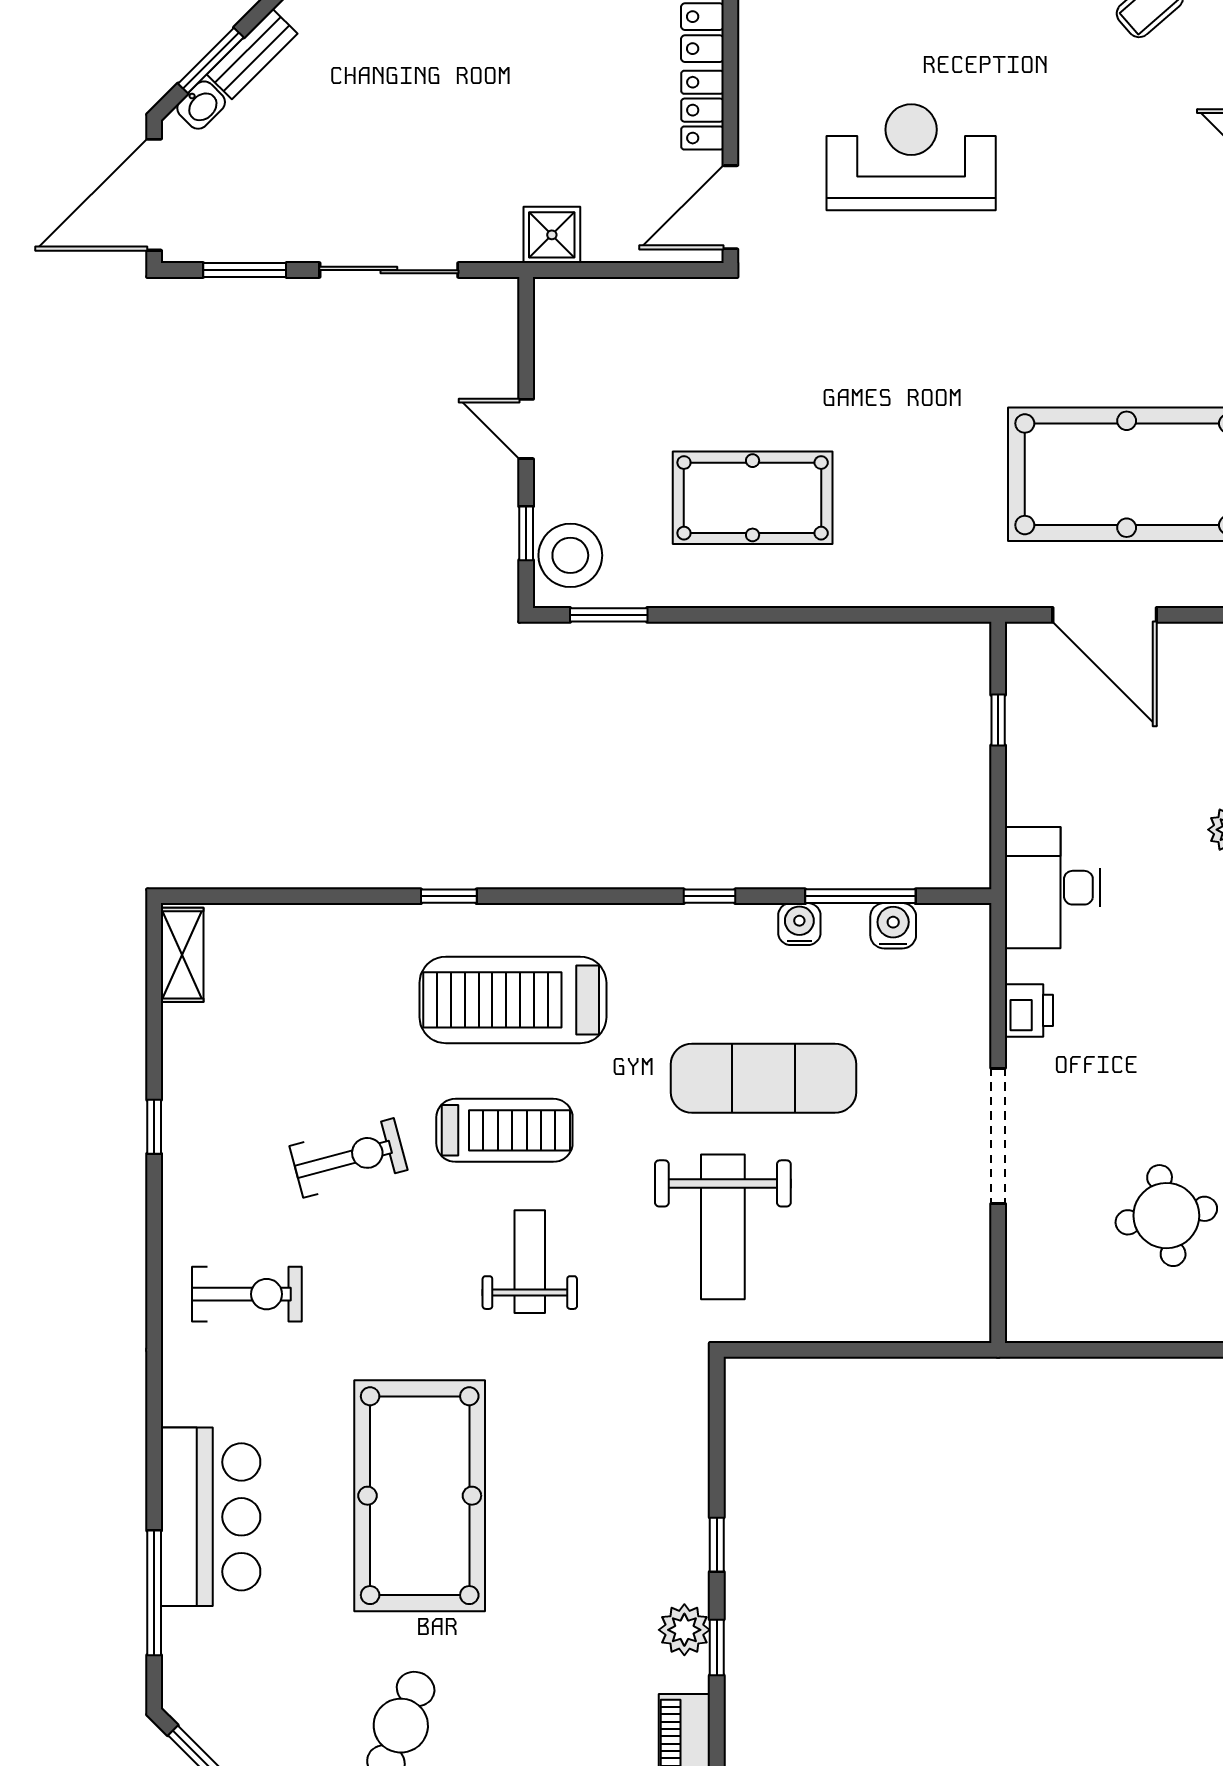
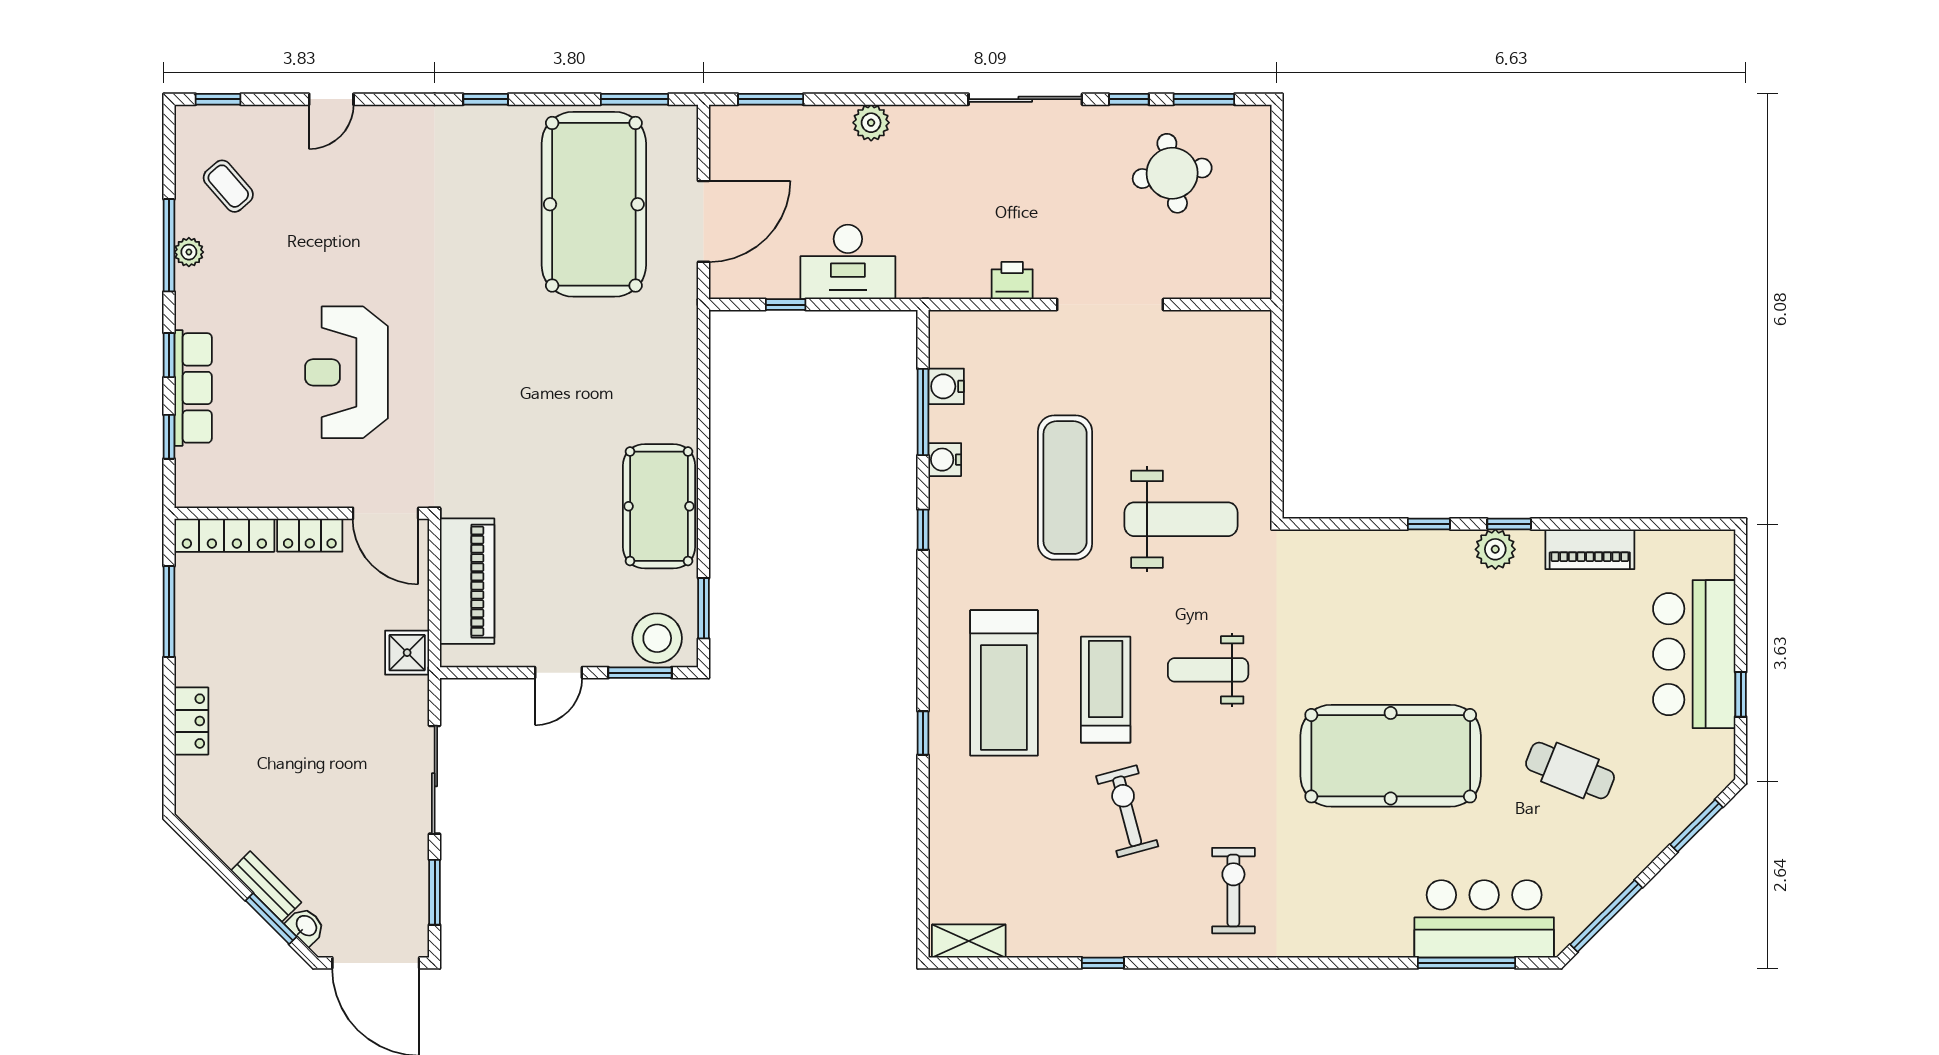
piano: (644, 312) -> (467, 581), added
pool table: (753, 498) -> (659, 506), moved
window: (526, 533) -> (640, 673), width x1.50
desk: (1053, 888) -> (848, 262), moved
bar counter: (211, 1517) -> (1484, 919), moved

